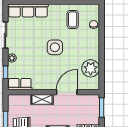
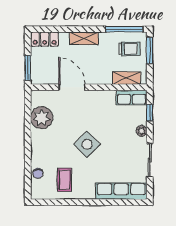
side table: (55, 47) -> (87, 144), turned 45
door: (67, 92) -> (72, 87), swing flipped
shelving: (42, 99) -> (127, 78), moved

